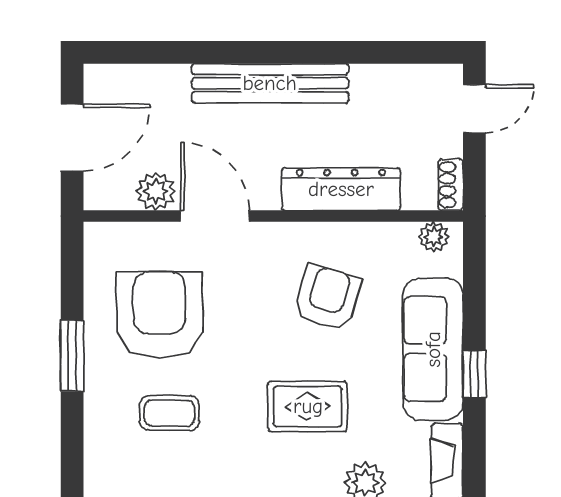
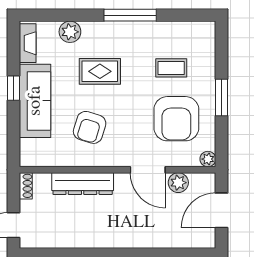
bench: (270, 83) -> (119, 238), removed
plant: (434, 237) -> (208, 159), moved

